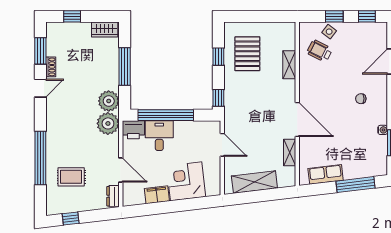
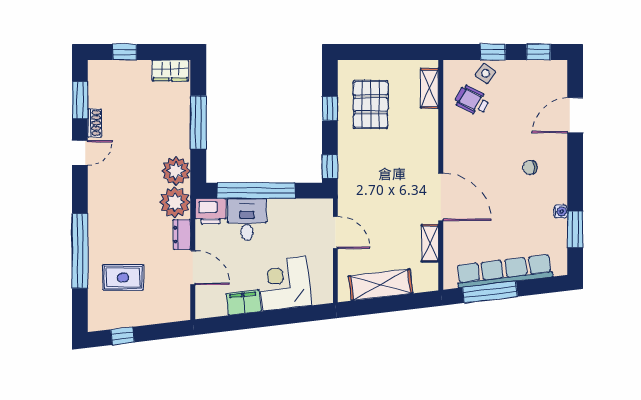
shelving: (289, 65) -> (430, 88), moved
row of seats: (326, 174) -> (504, 271), width x2.02
window: (355, 185) -> (490, 292), moved
dresser: (113, 196) -> (182, 235), moved

